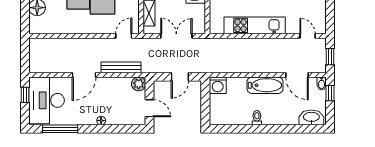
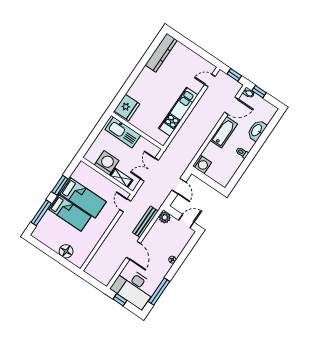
washbasin: (311, 117) -> (257, 130), moved

